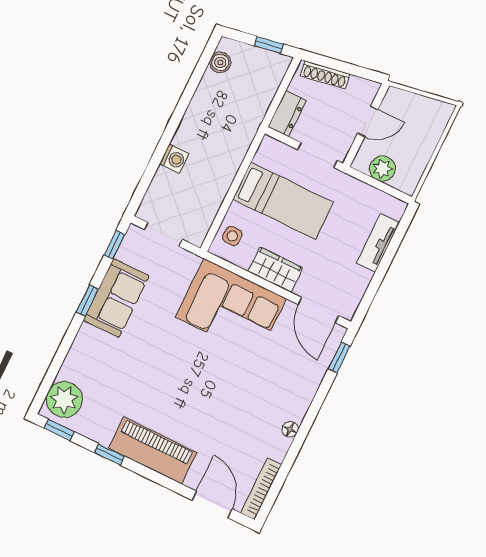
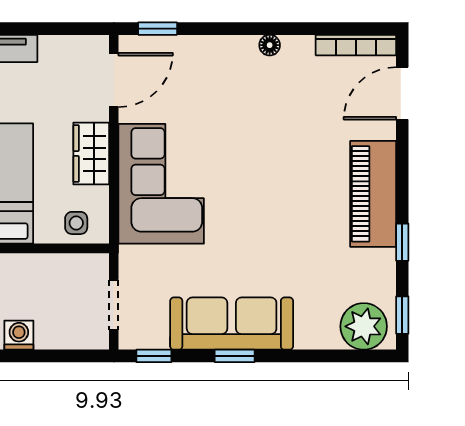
sofa: (116, 298) -> (232, 324), width x1.36

